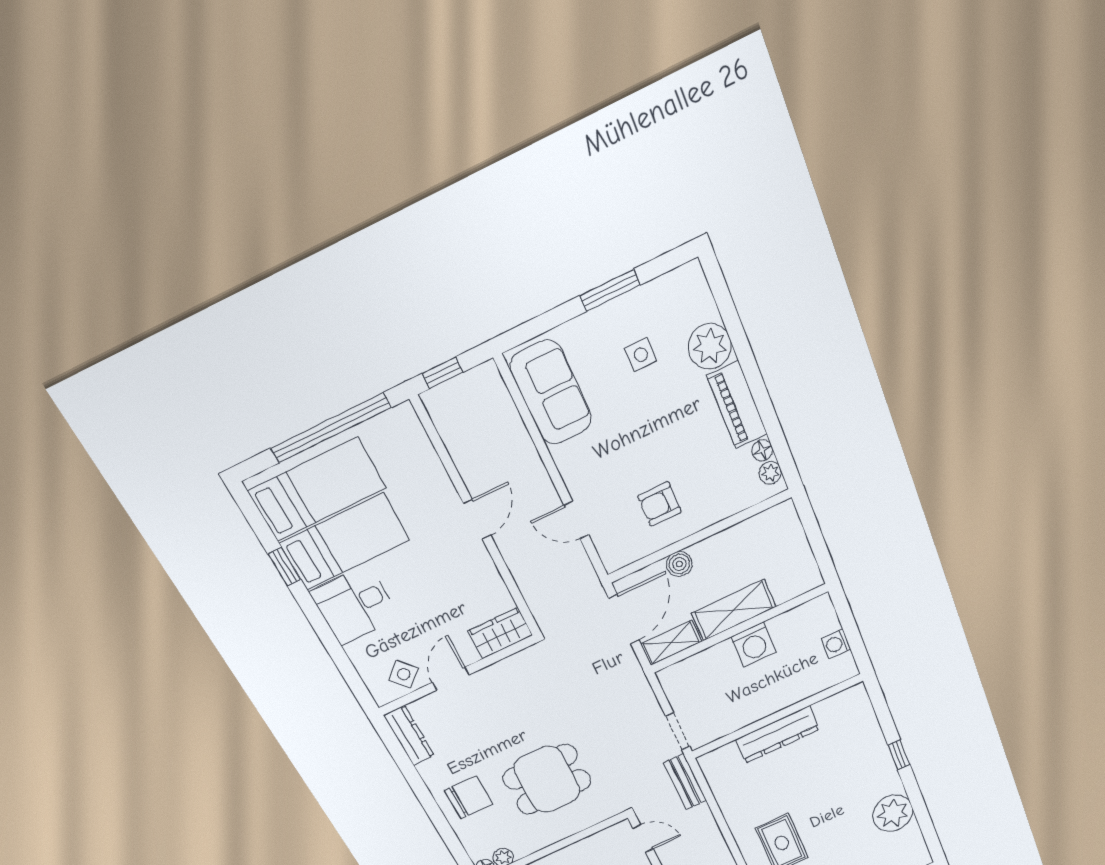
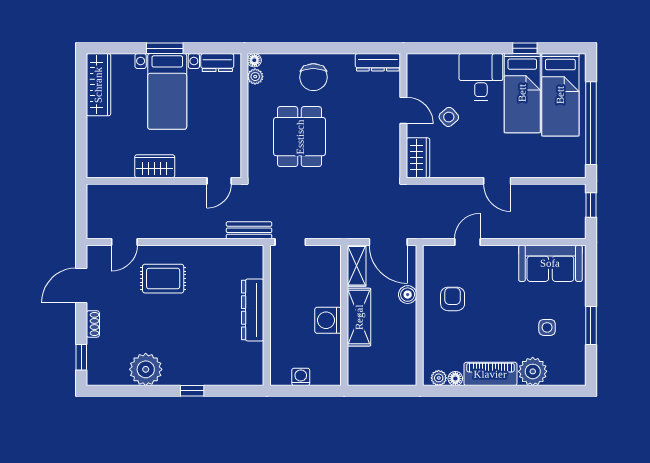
side table: (404, 674) -> (449, 117), moved

